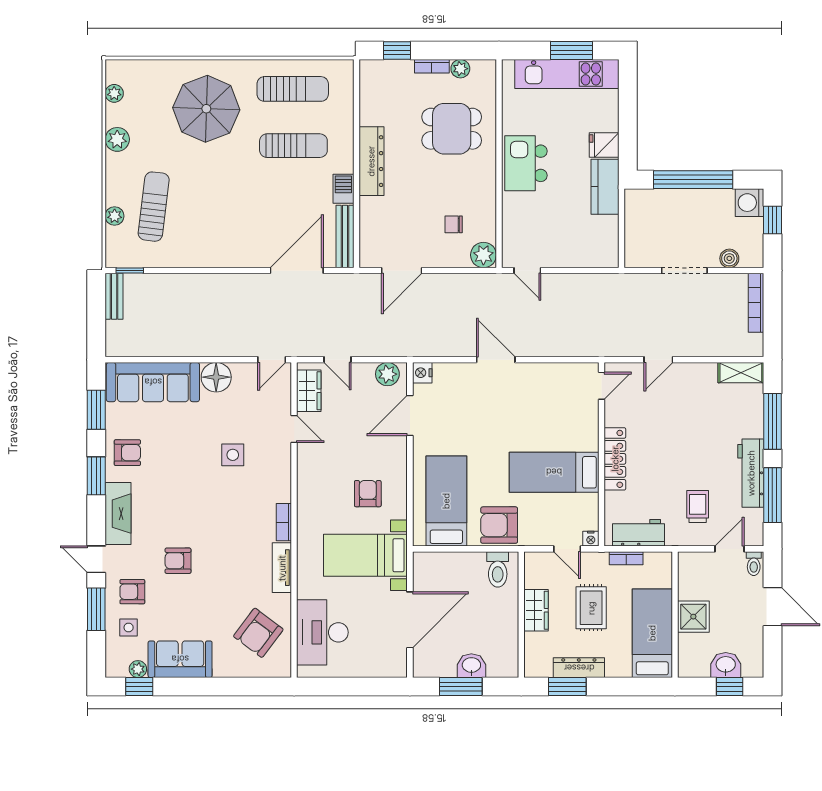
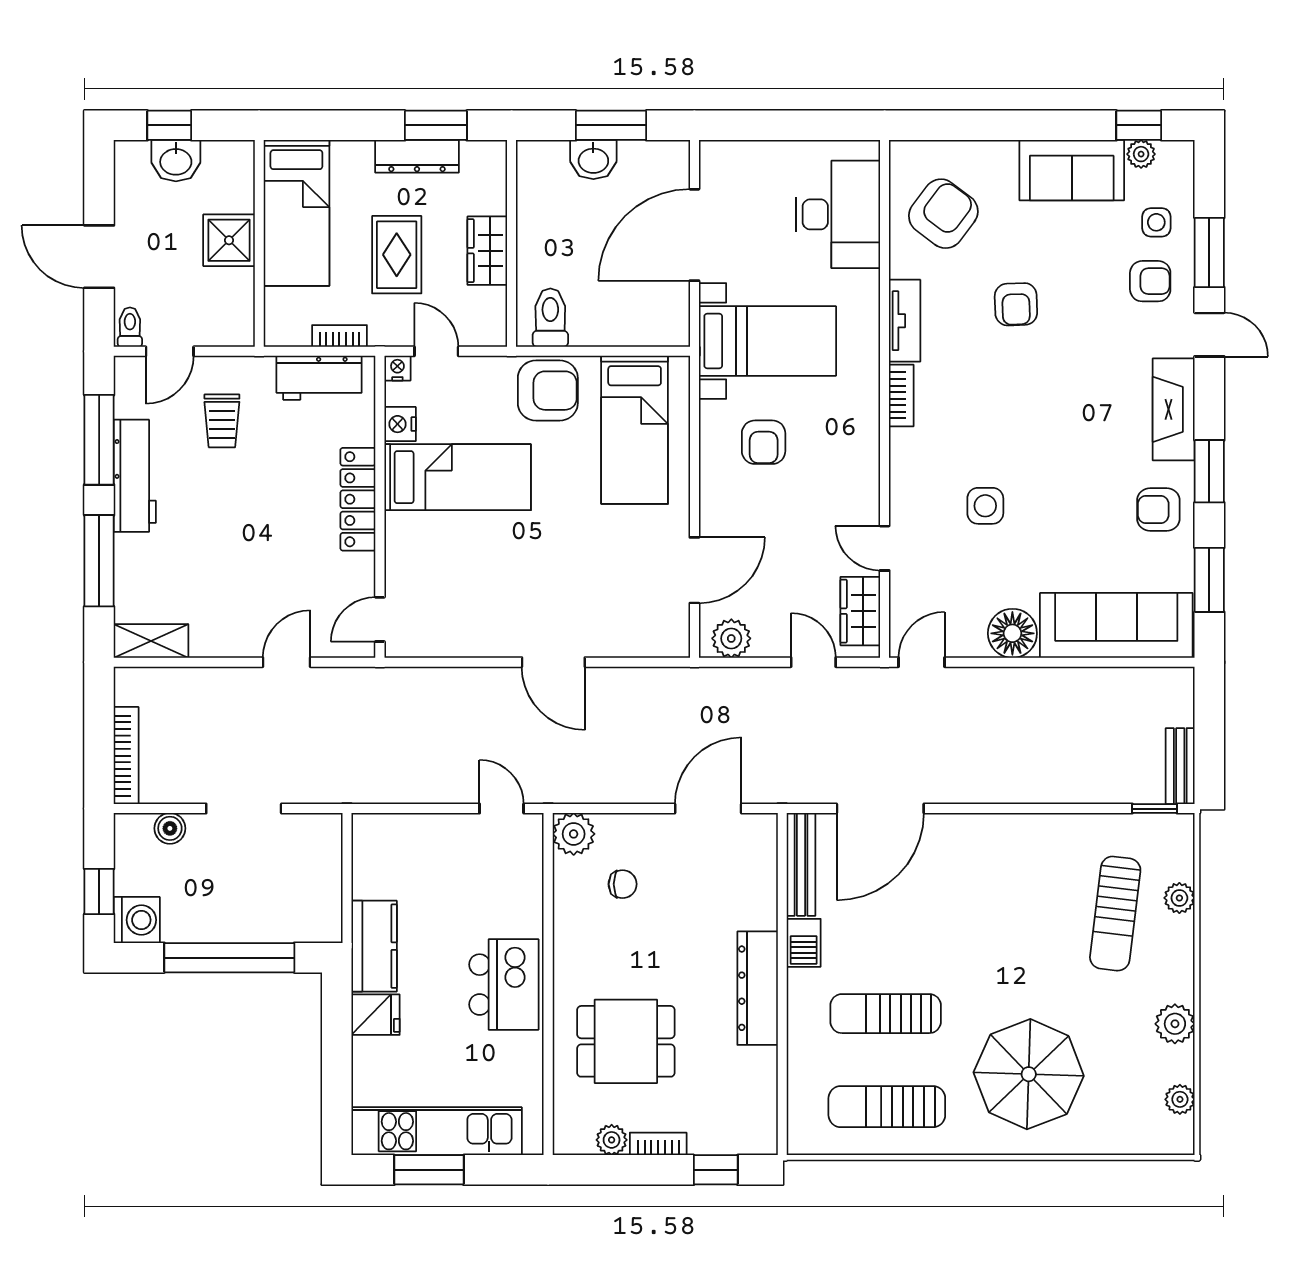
nightstand: (422, 373) -> (400, 424), moved, turned 180
armchair: (178, 561) -> (1016, 304), moved, turned 88

